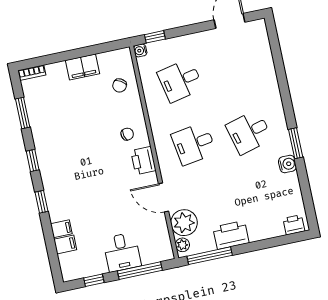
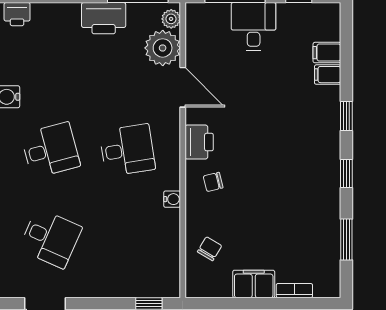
water cooler: (140, 50) -> (172, 199), moved
bookcase: (32, 73) -> (294, 291), moved
desk: (180, 81) -> (50, 238), moved, turned 36

